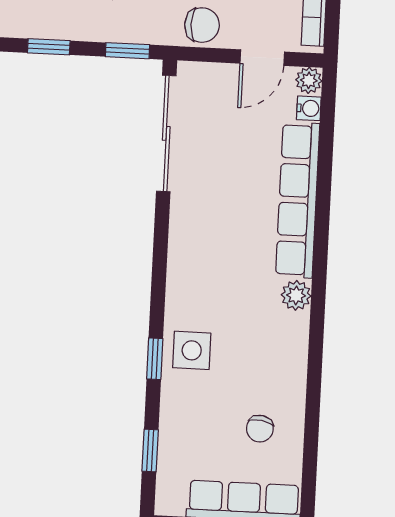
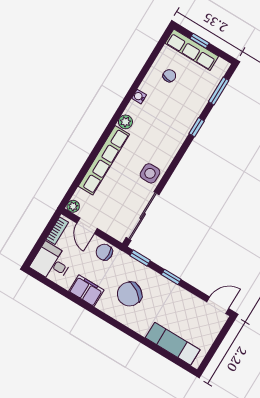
door: (262, 58) -> (87, 226), swing flipped
water cooler: (309, 108) -> (139, 97), moved
side table: (192, 350) -> (150, 173), moved
window: (150, 450) -> (219, 91), width x1.50

